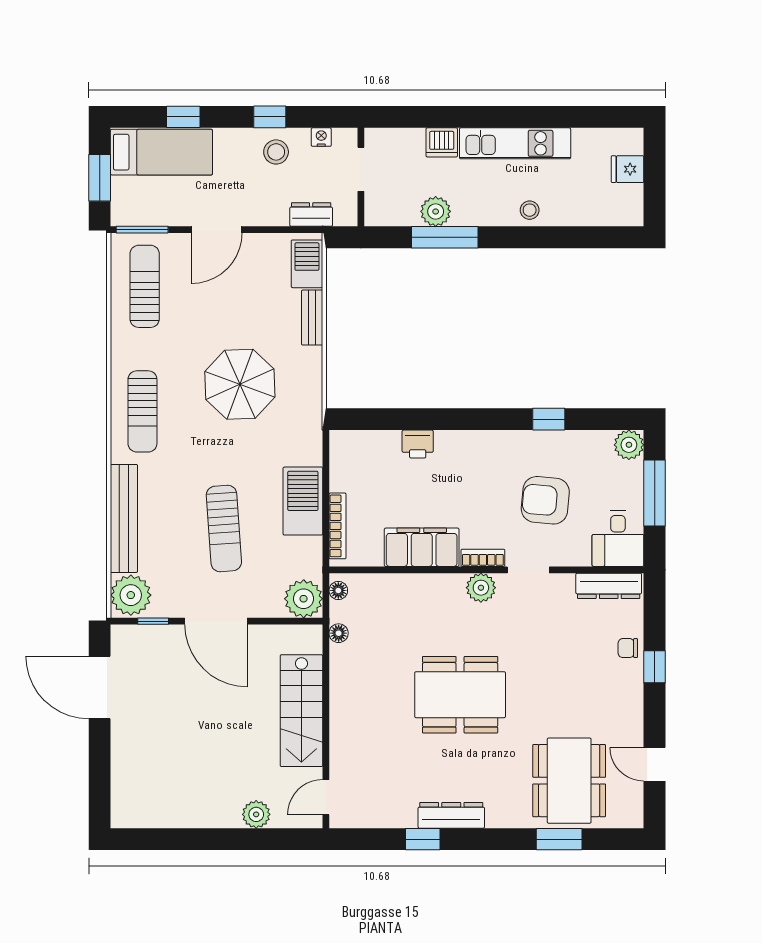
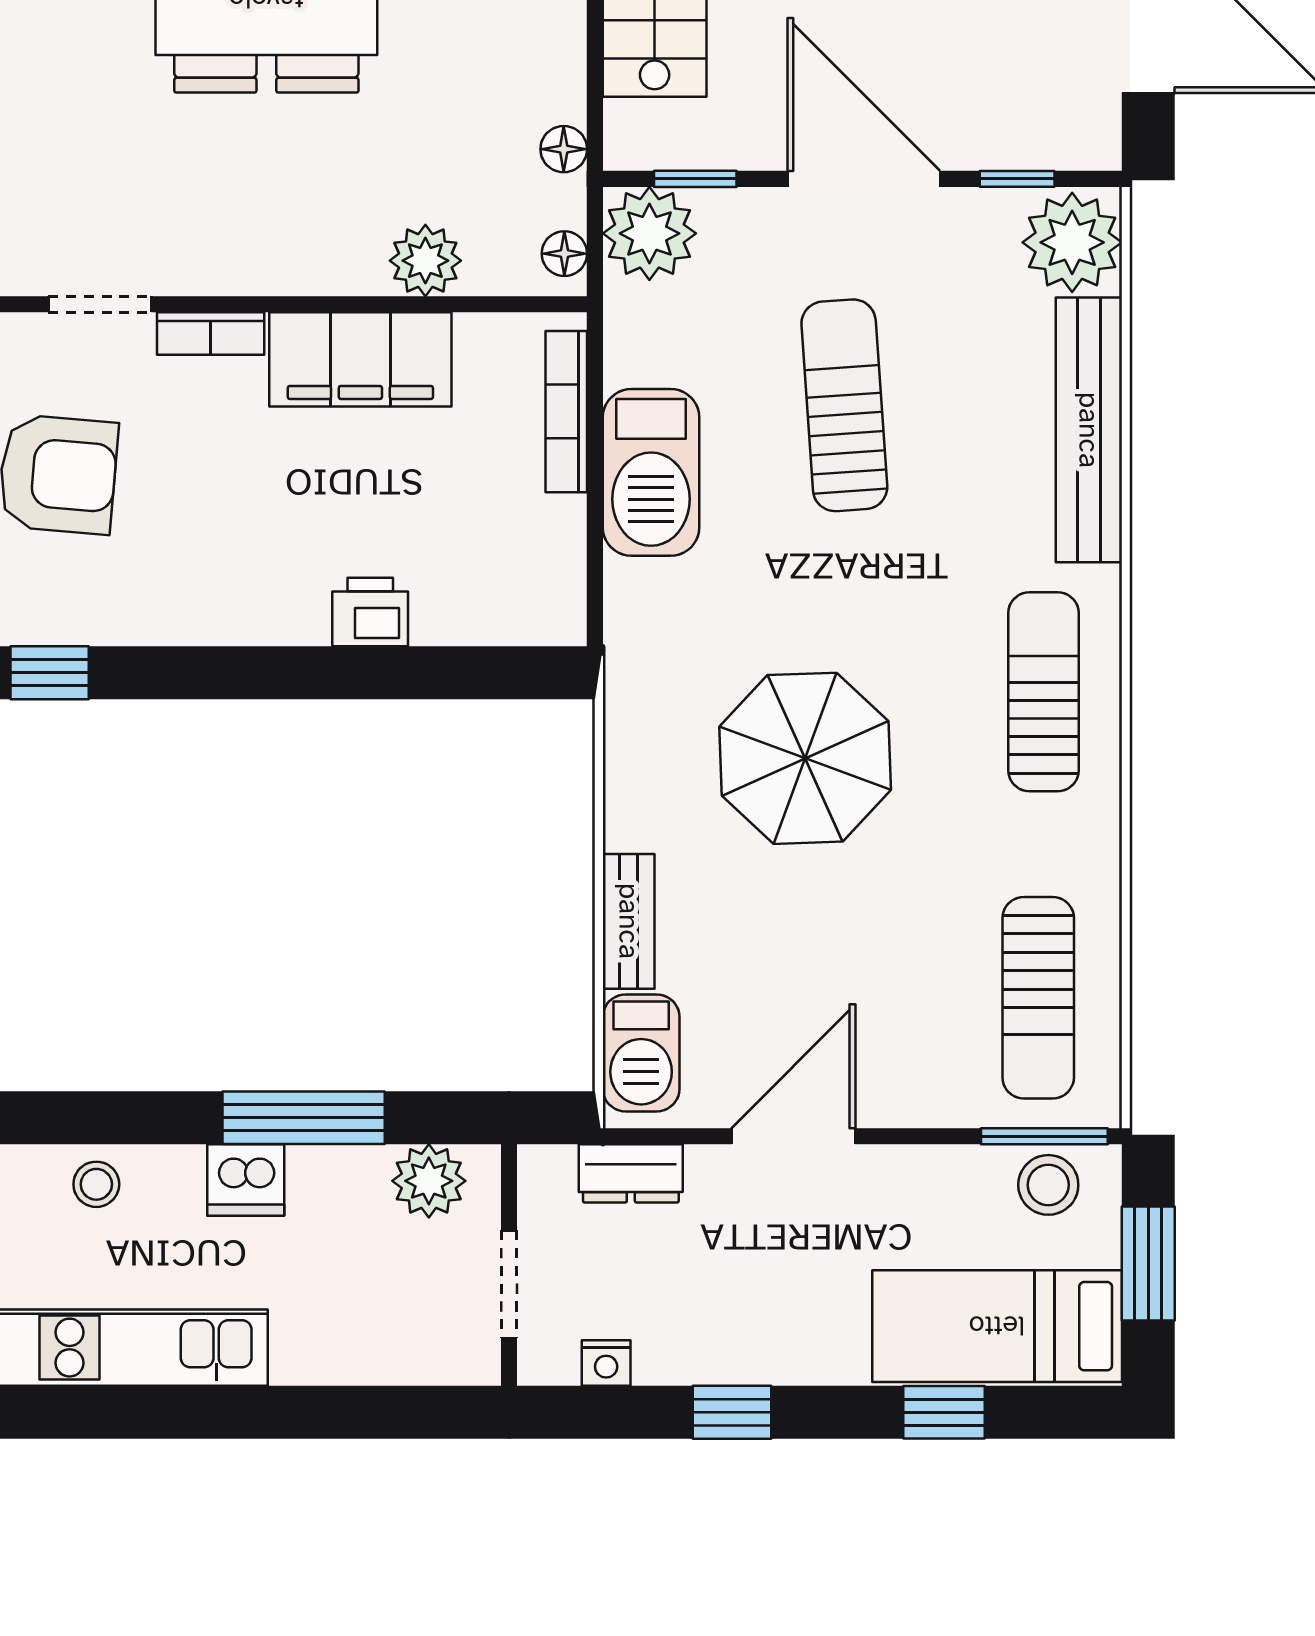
dishwasher: (442, 142) -> (246, 1180), moved, turned 180
stool: (276, 152) -> (1048, 1185), moved
plant: (436, 211) -> (429, 1181), moved
door: (217, 230) -> (793, 1136), moved
plant: (481, 588) -> (425, 261), moved
window: (285, 621) -> (695, 179), added

